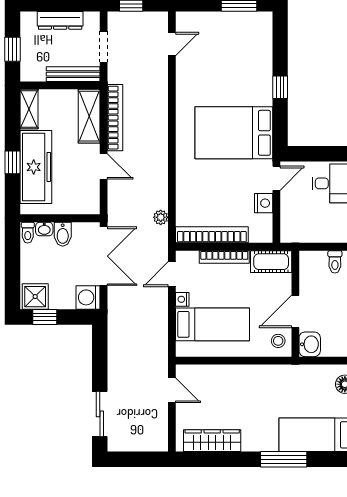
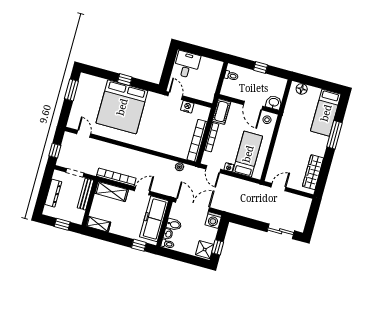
bed: (234, 133) -> (122, 107), moved, width x1.36
window: (13, 162) -> (139, 245), moved
freezer: (36, 167) -> (154, 219), moved, turned -90

